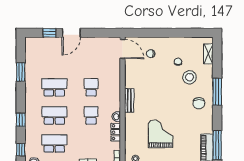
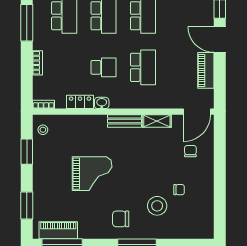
piano: (93, 43) -> (206, 70), added
shelving: (208, 54) -> (157, 121), moved
school desk: (91, 87) -> (143, 67), width x1.85
grand piano: (161, 134) -> (92, 174), moved

